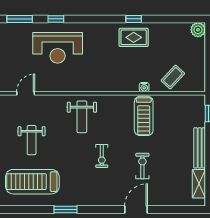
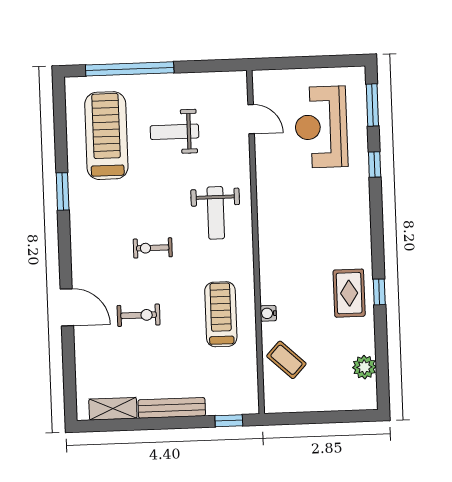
plant: (198, 30) -> (364, 367), moved
reception desk: (58, 48) -> (321, 127), moved
treadmill: (144, 116) -> (221, 314), turned 90
weight bench: (82, 117) -> (216, 213), turned -90

